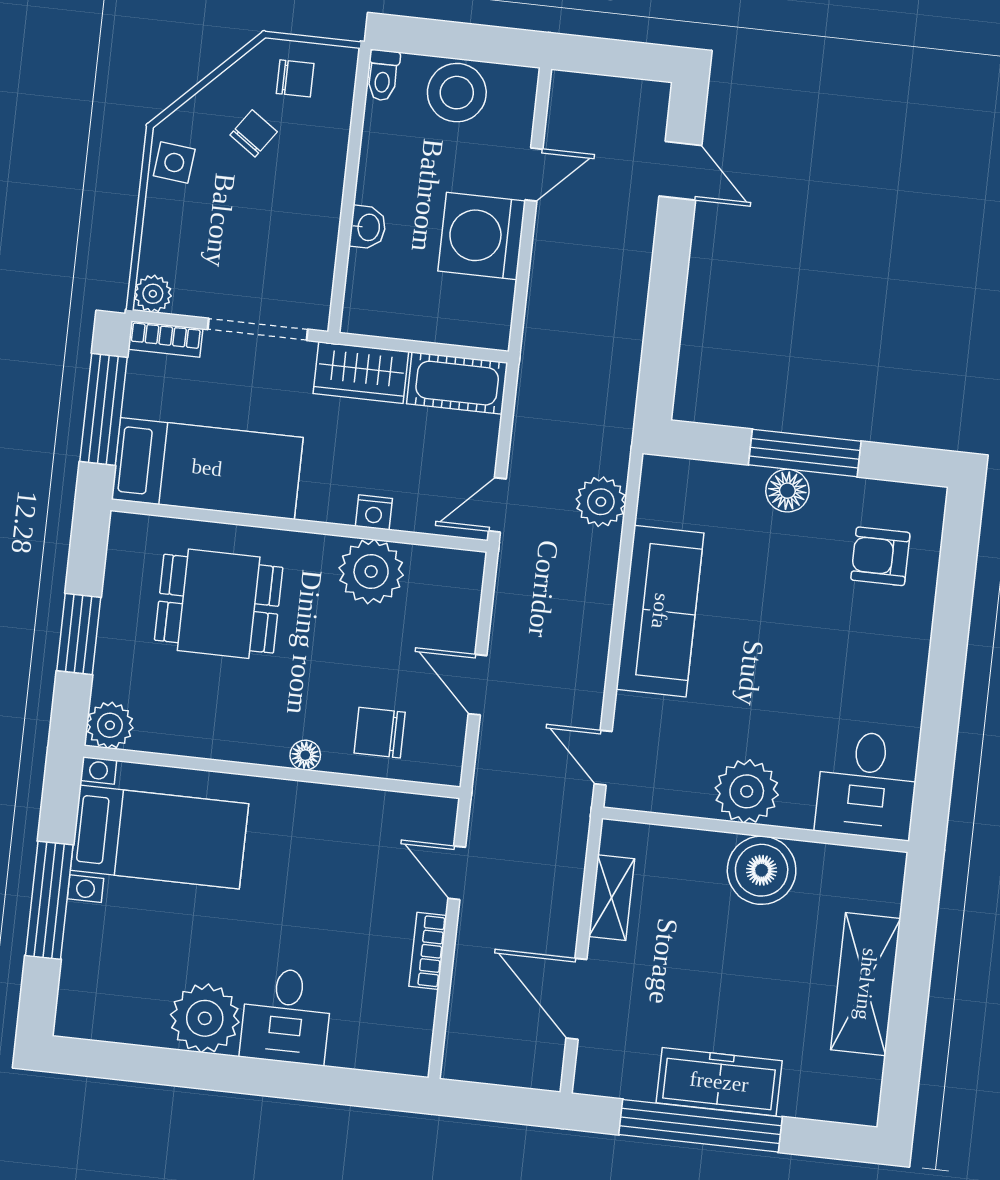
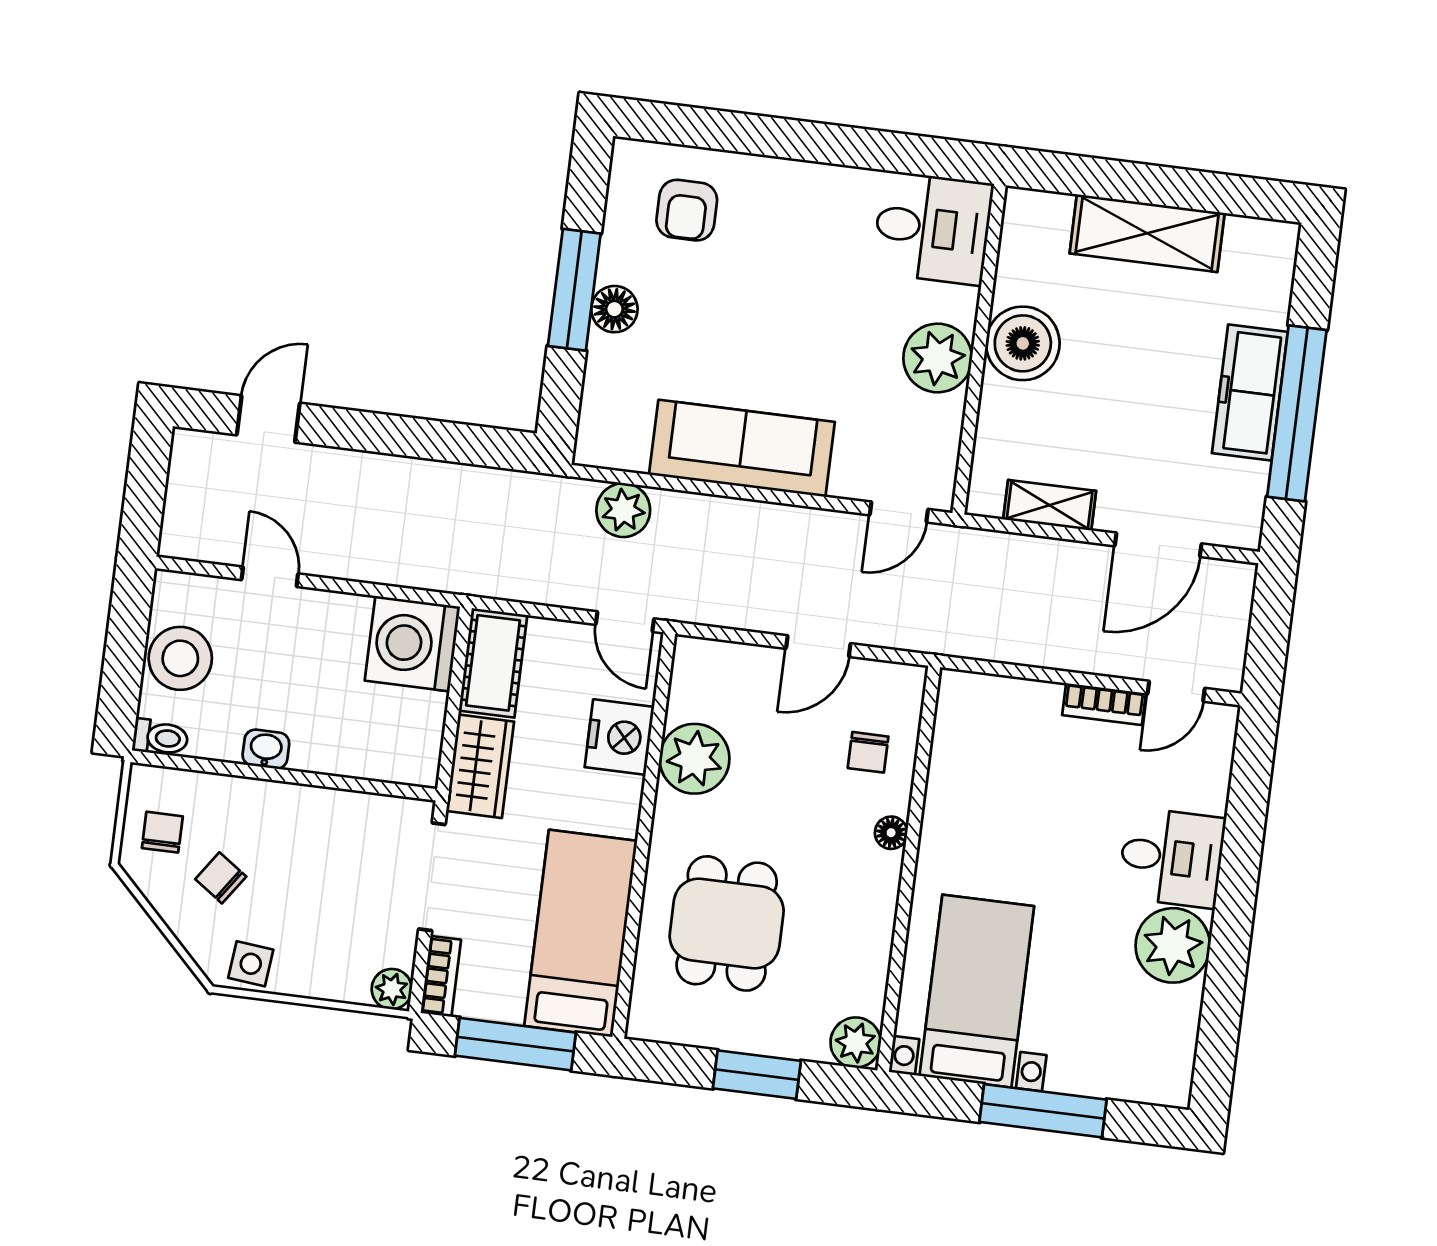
washbasin: (368, 227) -> (266, 749), moved
washing machine: (482, 236) -> (412, 644), moved, turned 90
nightstand: (374, 512) -> (619, 737), width x1.89, depth x1.79
chair: (380, 733) -> (868, 752), width x0.73, depth x0.73
door: (457, 873) -> (1176, 691), moved

